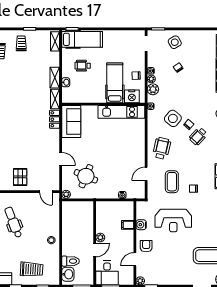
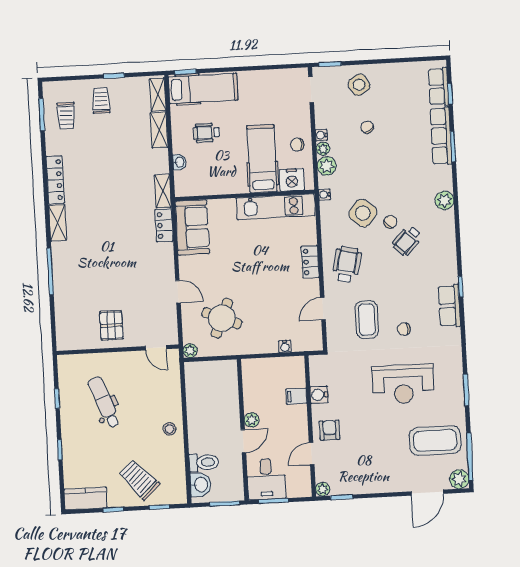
shelving: (55, 78) -> (159, 130), moved
locker: (140, 146) -> (310, 262), added
reception desk: (173, 221) -> (403, 384), moved
trolley: (32, 269) -> (139, 480), turned -136

